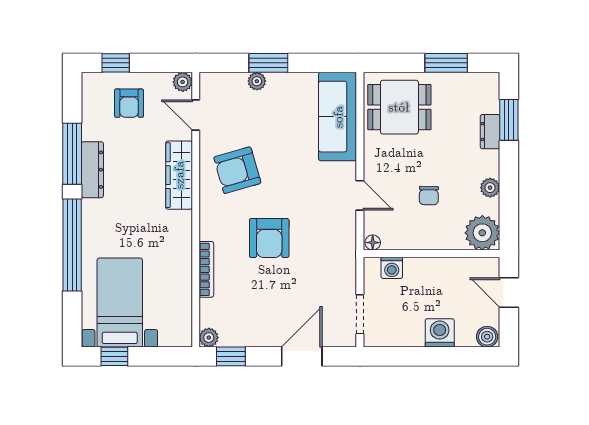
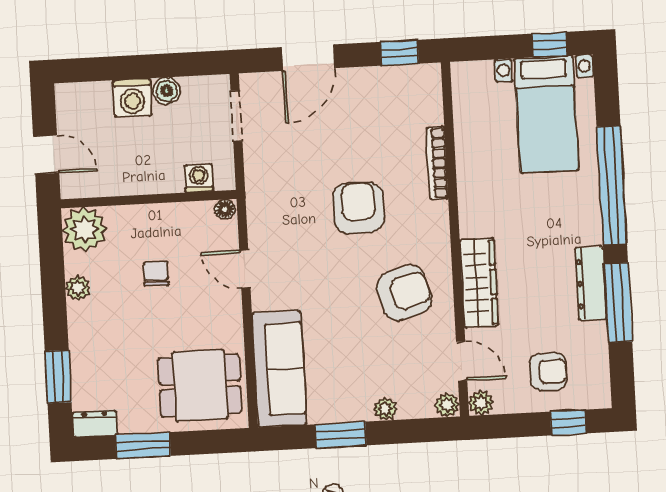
window: (268, 63) -> (341, 435), moved
armchair: (129, 103) -> (548, 372), turned 90
dresser: (490, 132) -> (95, 424), moved, turned -90
boiler: (487, 337) -> (167, 91), moved
plant: (209, 338) -> (447, 405), moved

